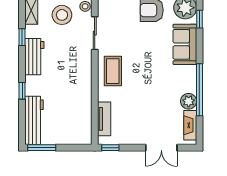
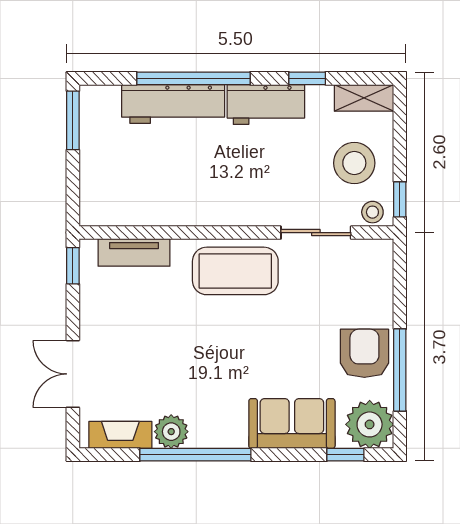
coffee table: (113, 71) -> (235, 271), width x1.36, depth x1.32
window: (22, 91) -> (193, 78), width x3.17
workbench: (34, 120) -> (173, 104), moved

